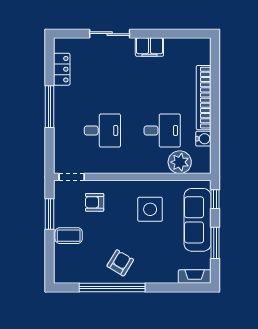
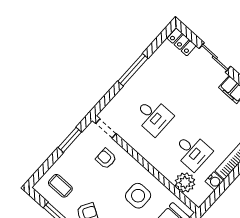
locker: (62, 69) -> (182, 42), moved, turned 90
coffee table: (69, 236) -> (60, 186), moved

